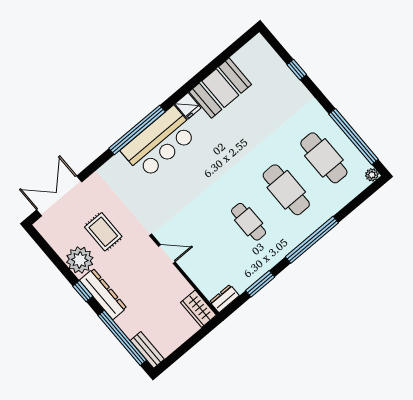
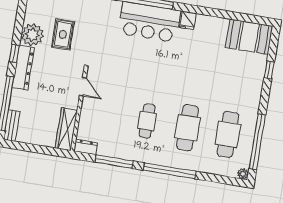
booth: (220, 88) -> (249, 37), moved
window: (260, 284) -> (114, 162), width x1.44
wardrobe: (198, 309) -> (66, 129), width x1.50

